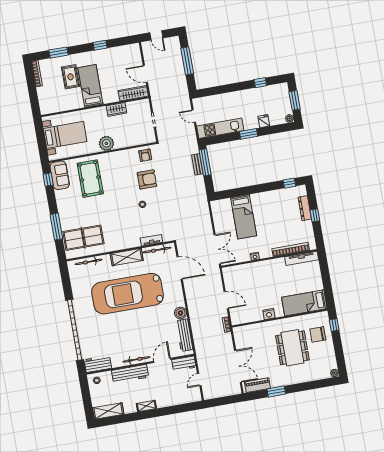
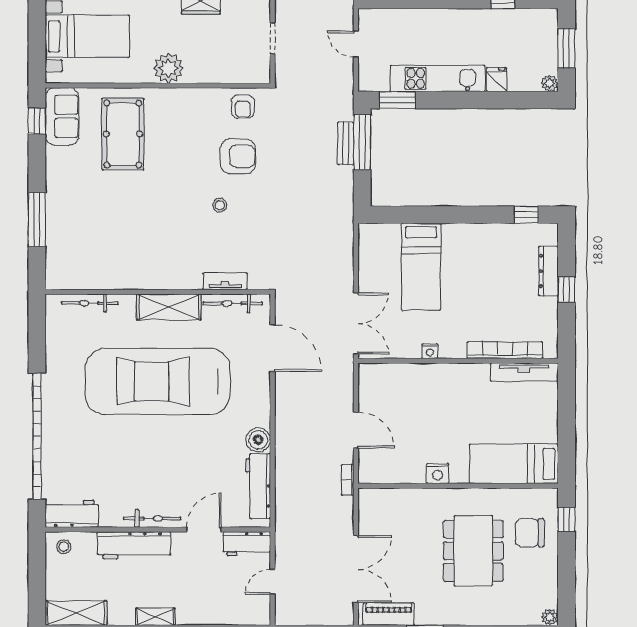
kitchen unit: (220, 128) -> (437, 78), moved
window: (249, 134) -> (397, 100), moved
table tennis table: (83, 238) -> (88, 252), removed

